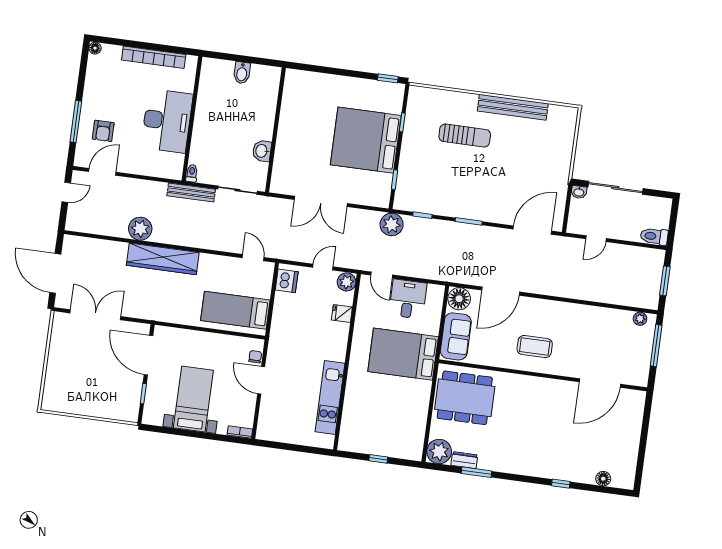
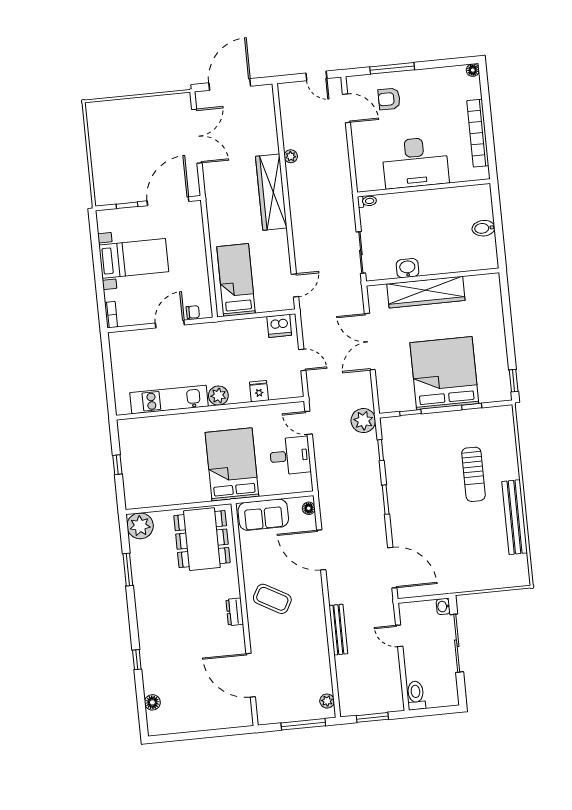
wardrobe: (288, 139) -> (426, 292), added
bench: (191, 192) -> (338, 630), moved
plant: (140, 229) -> (291, 156), width x0.53, depth x0.53
door: (382, 275) -> (309, 423), hinge flipped
plant: (347, 282) -> (218, 396), moved
floor lamp: (459, 299) -> (309, 508), width x0.53, depth x0.53
coffee table: (535, 347) -> (272, 599), turned -61
dresser: (464, 460) -> (235, 612), moved, turned 180

